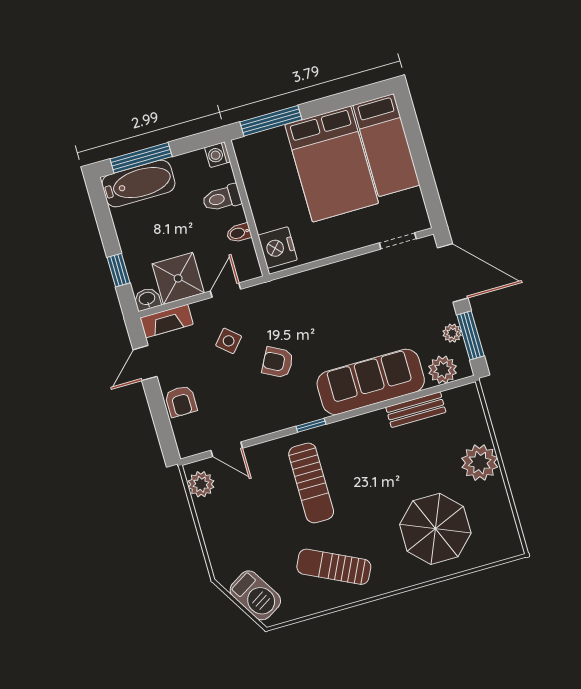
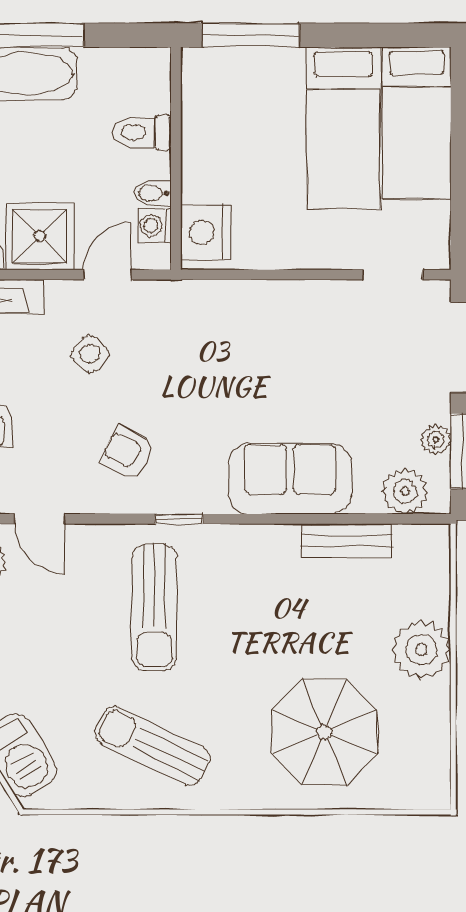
washing machine: (218, 155) -> (154, 226), moved
bed: (332, 164) -> (343, 128), width x0.67
armchair: (278, 362) -> (128, 453), moved
sofa: (371, 382) -> (290, 479), width x0.73

